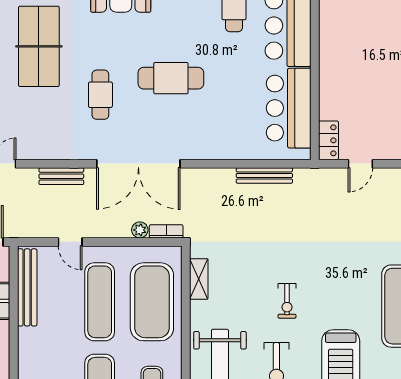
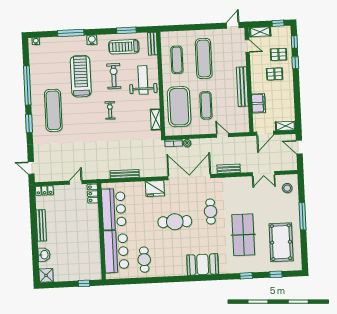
fridge: (207, 145) -> (155, 188), added
bench: (27, 287) -> (242, 87), moved
exercise mat: (100, 302) -> (206, 105), width x0.73, depth x0.69

